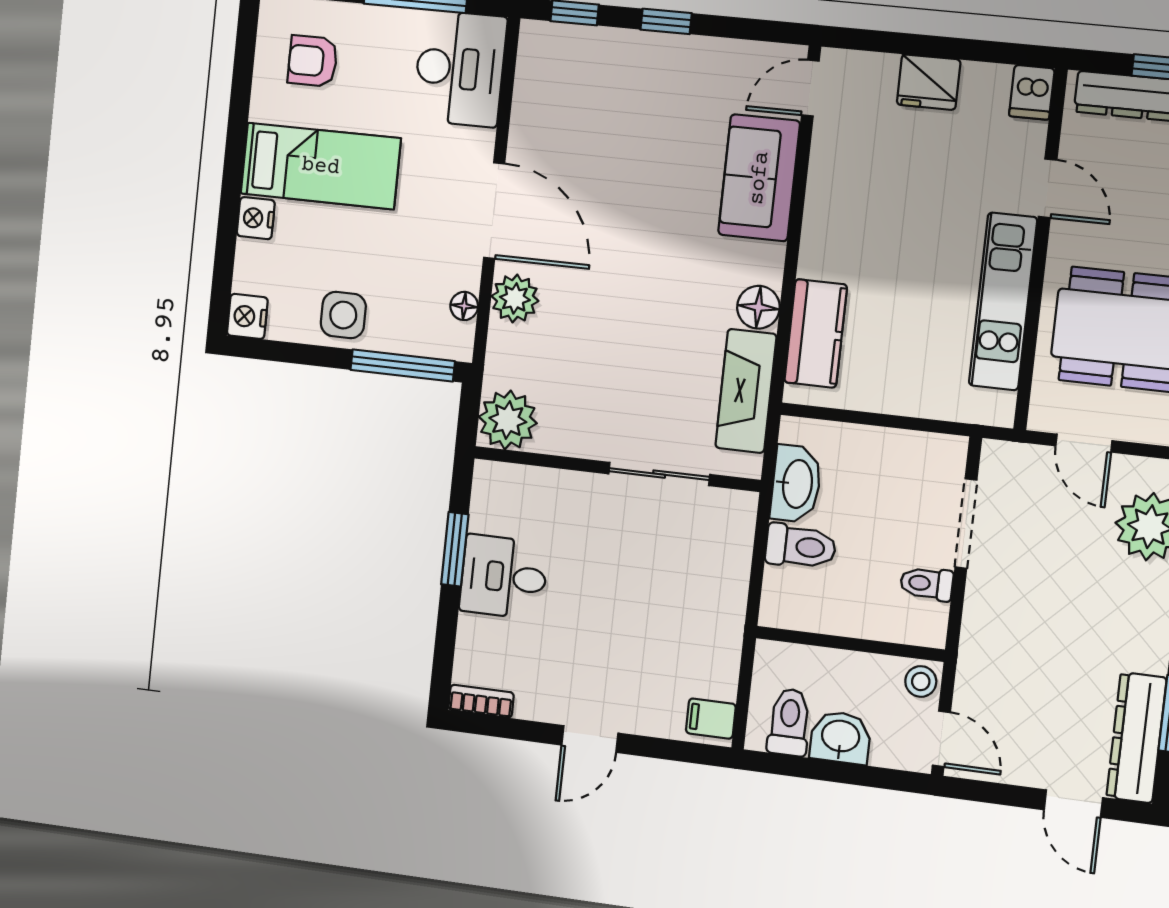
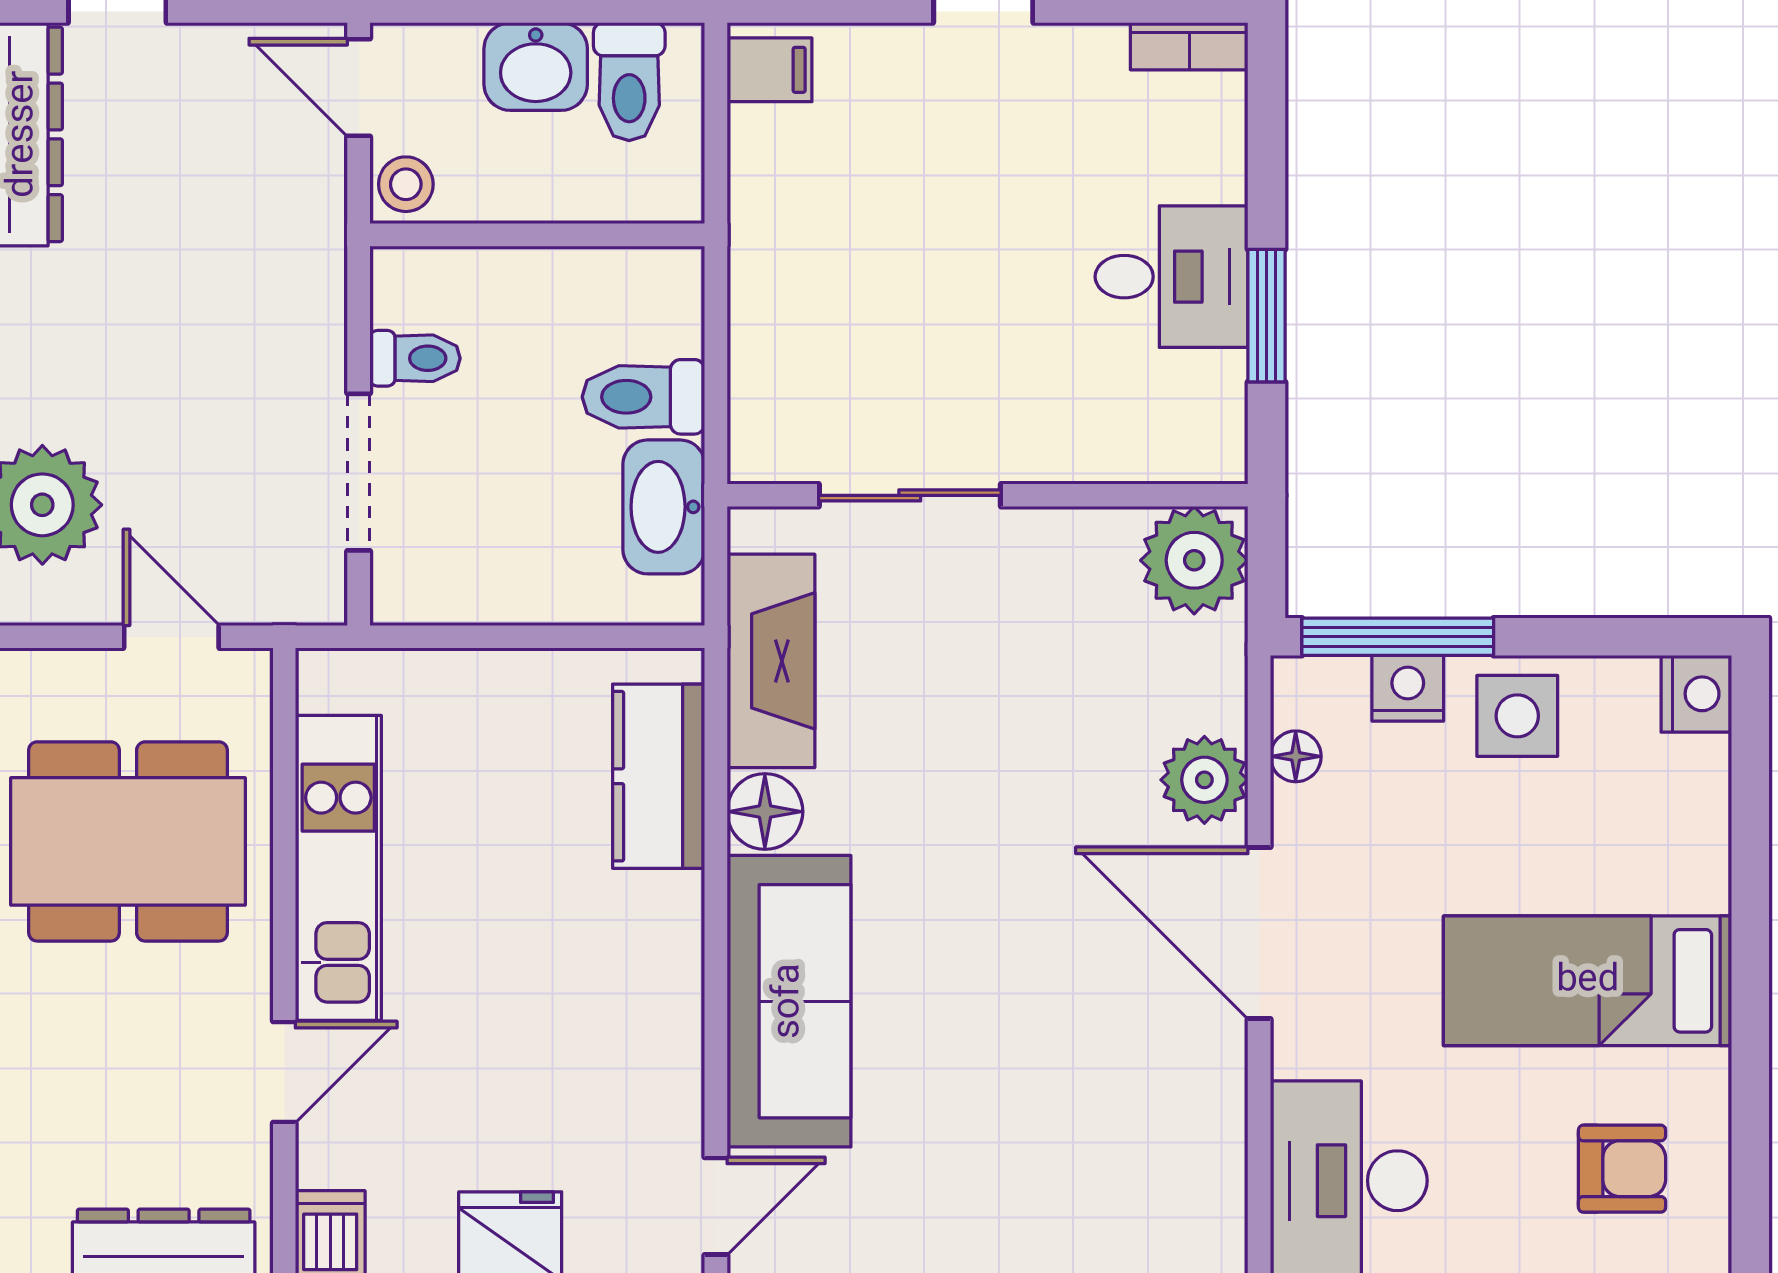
sofa: (759, 178) -> (789, 1001), width x1.36
door: (1048, 188) -> (284, 1072), swing flipped
nightstand: (256, 218) -> (1408, 688), moved, turned -90

